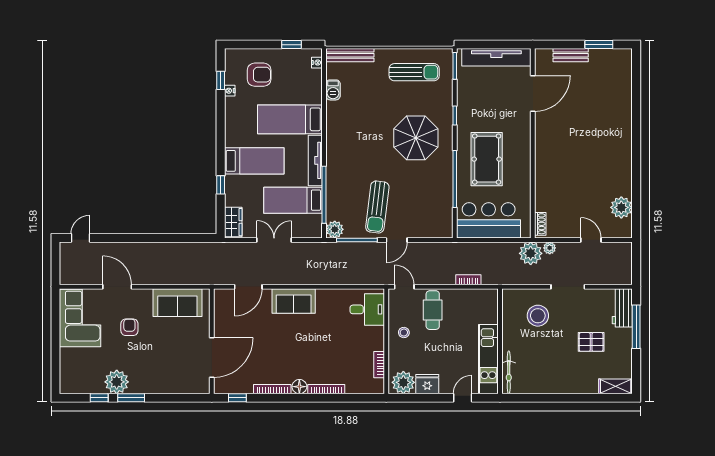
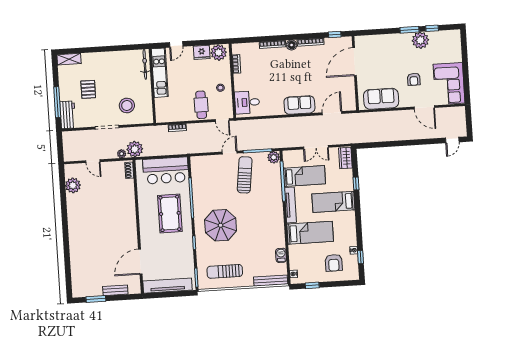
armchair: (259, 75) -> (334, 263), turned -90
pallet: (591, 342) -> (88, 89), turned 90

